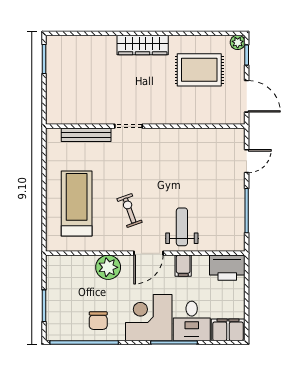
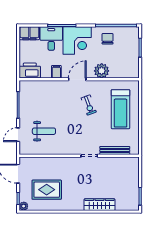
wardrobe: (143, 45) -> (99, 205), moved
weight bench: (182, 227) -> (44, 131), moved, turned -90

